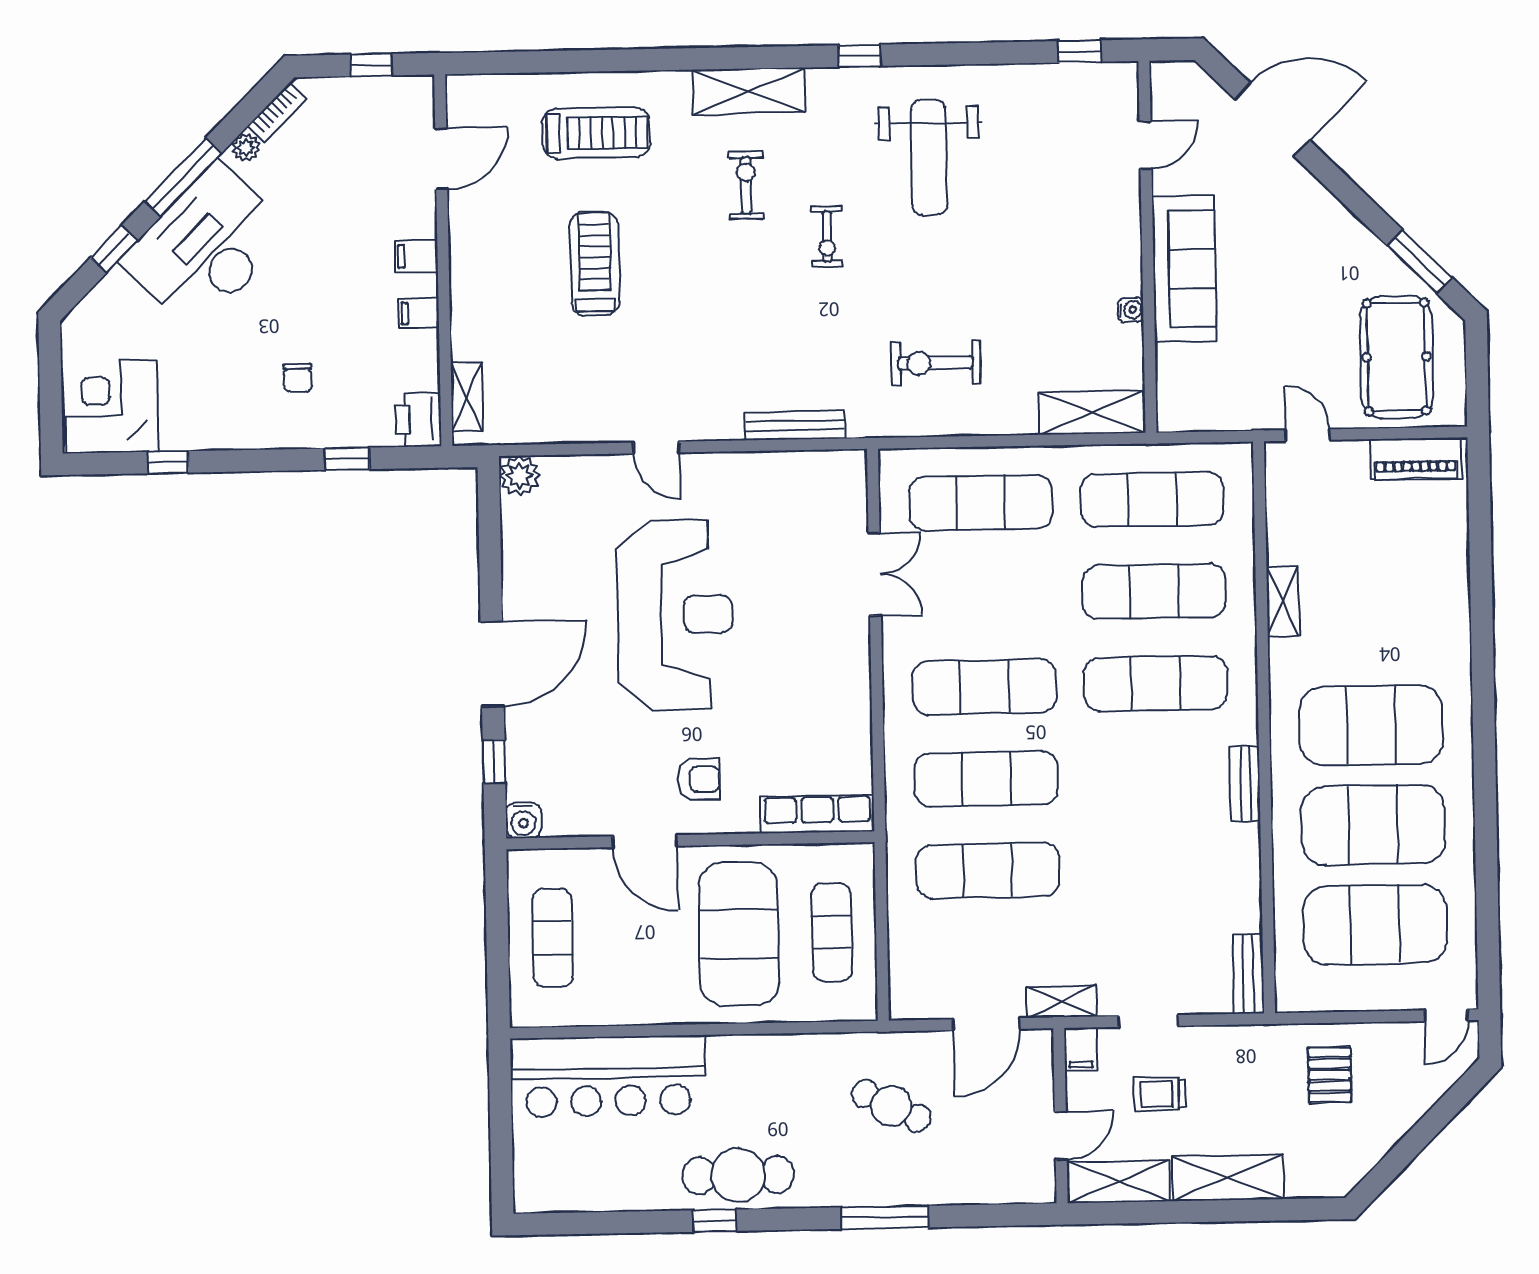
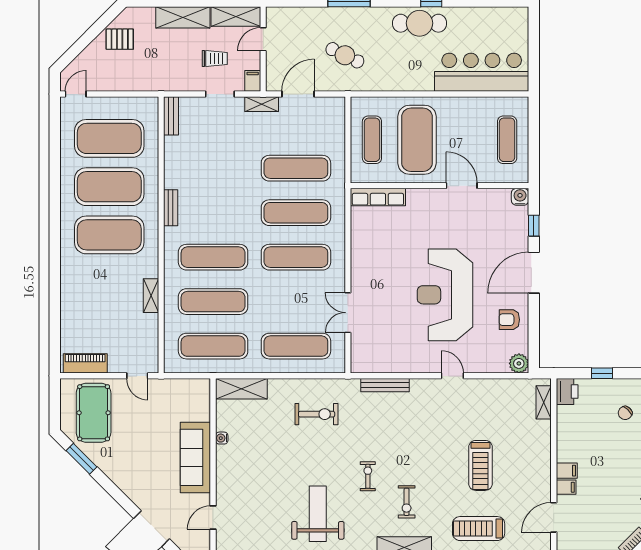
filing cabinet: (419, 313) -> (566, 487), moved
chair: (298, 378) -> (625, 413), turned -137
armchair: (699, 779) -> (509, 320), moved
pallet: (1330, 1075) -> (120, 39), moved, turned 90

